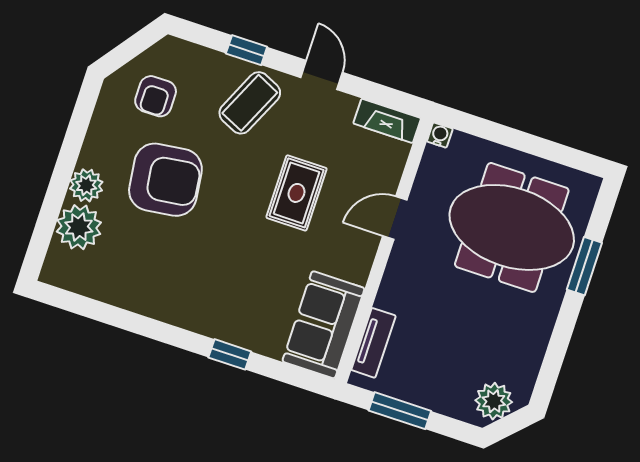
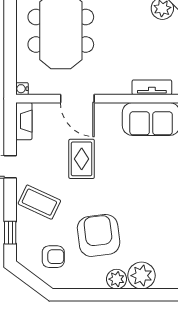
window: (247, 50) -> (10, 233), moved
rug: (296, 193) -> (82, 159), turned 90
door: (395, 218) -> (77, 99), width x1.38

